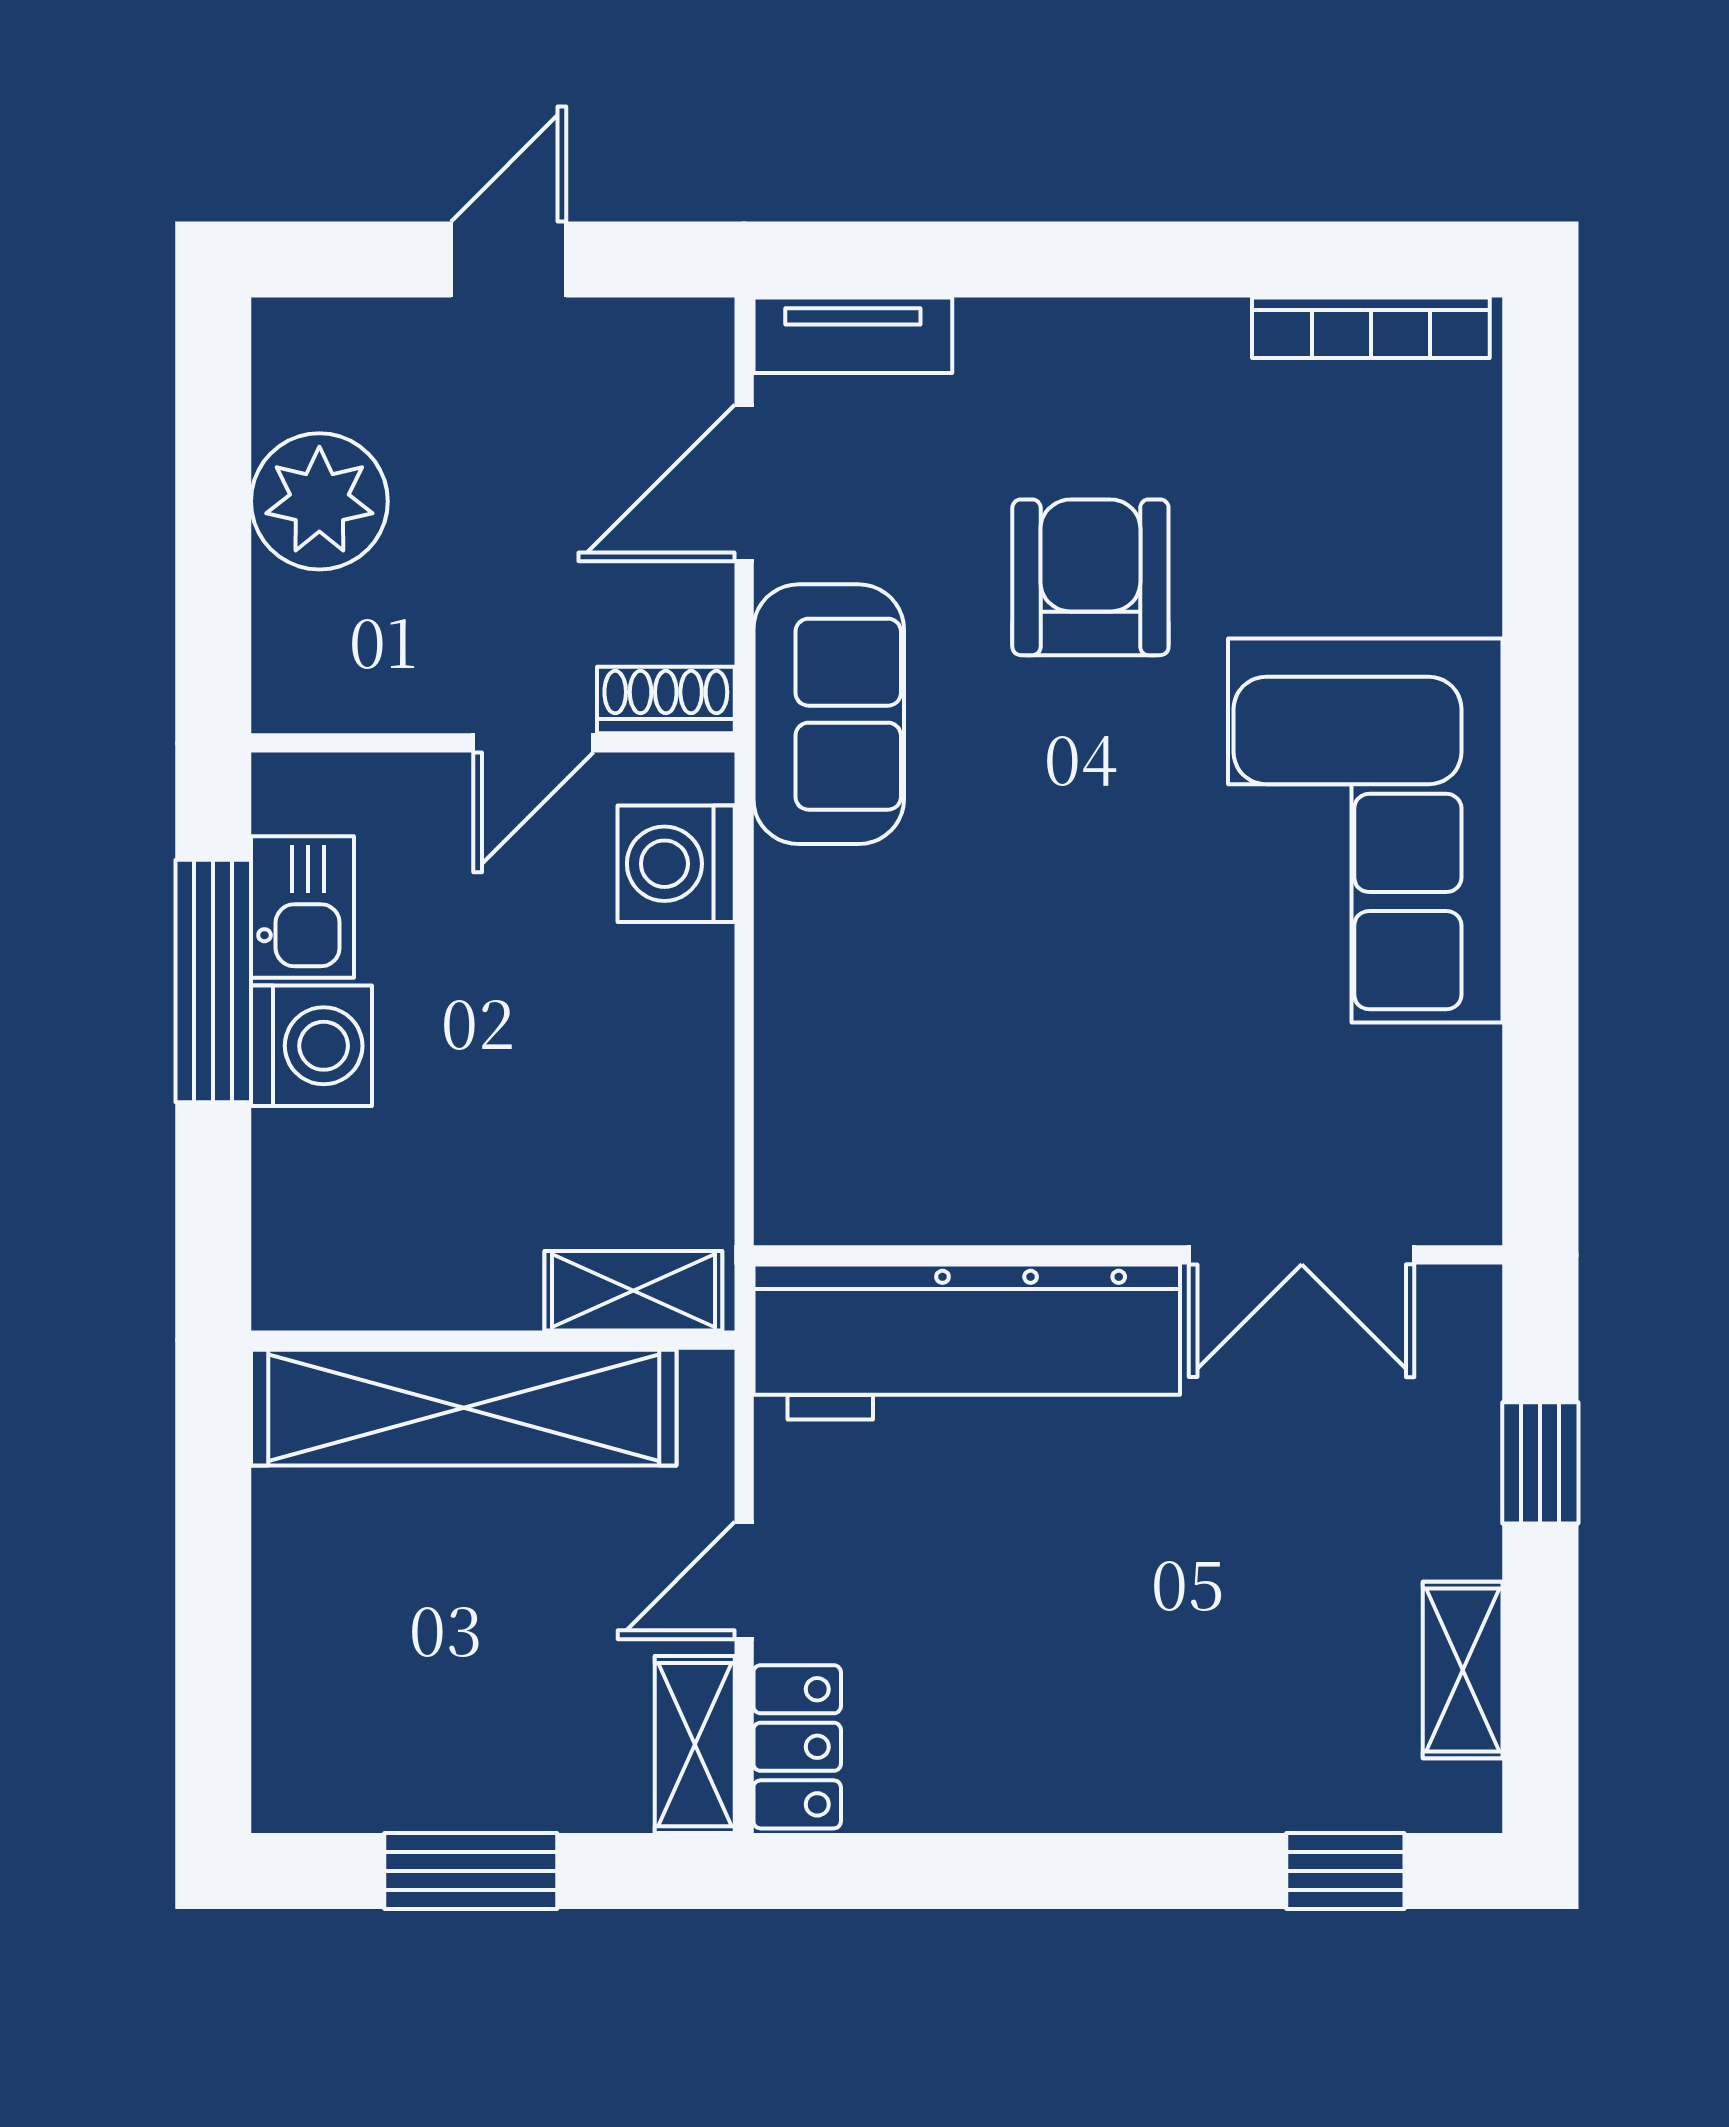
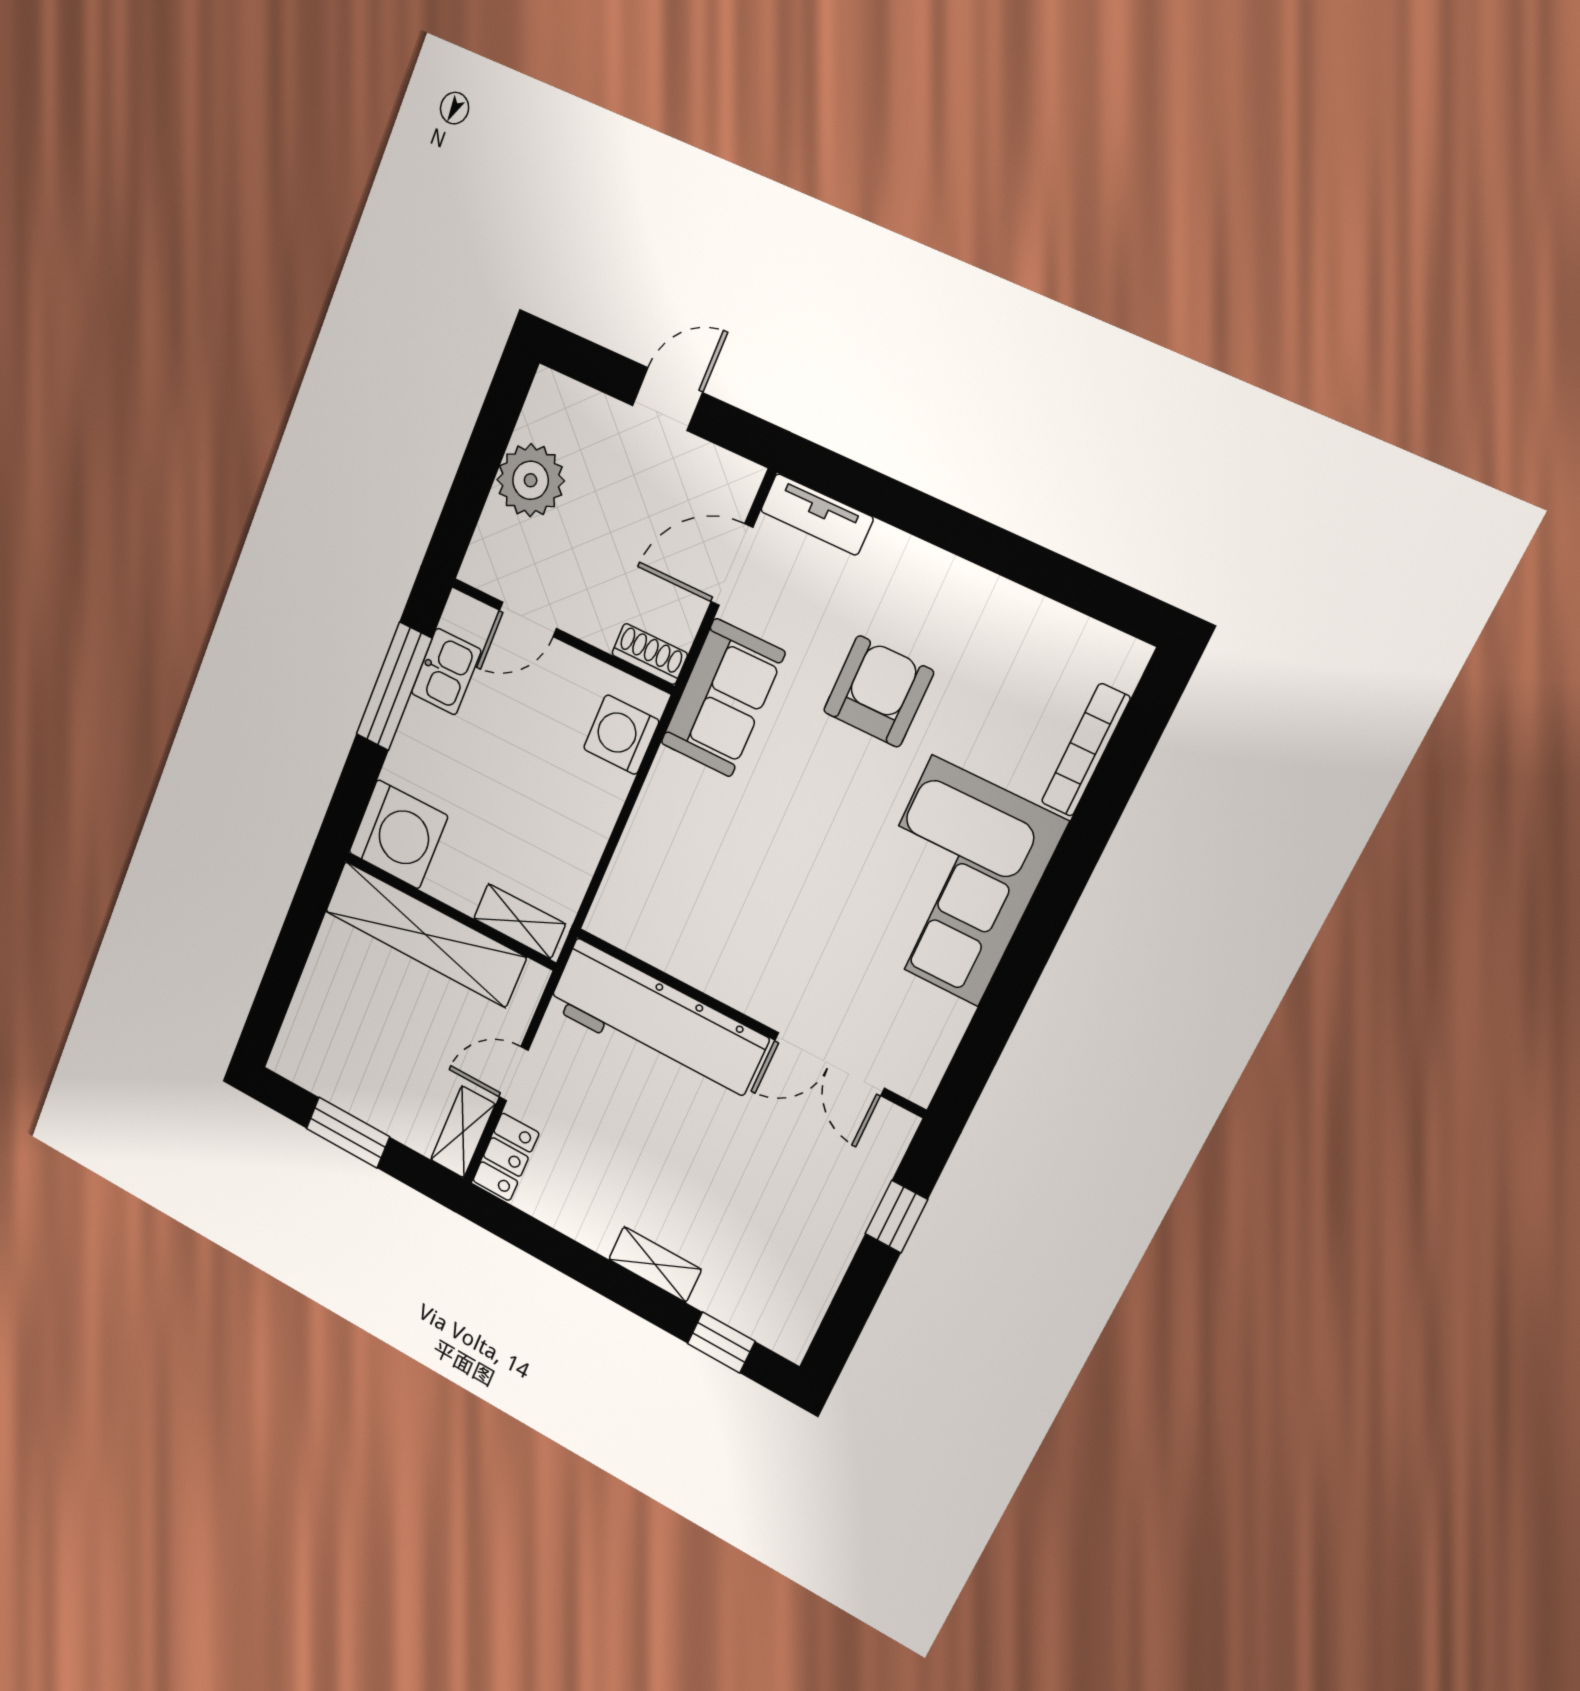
bookcase: (1371, 328) -> (1086, 750), moved, turned 90
door: (533, 743) -> (528, 619), moved
washing machine: (312, 1046) -> (398, 834), moved, width x1.37, depth x1.37
shelving: (1463, 1670) -> (655, 1264), moved, turned 90

